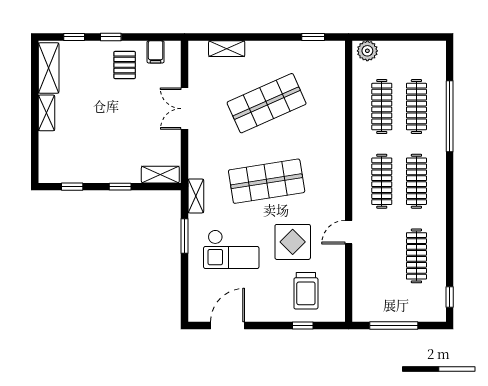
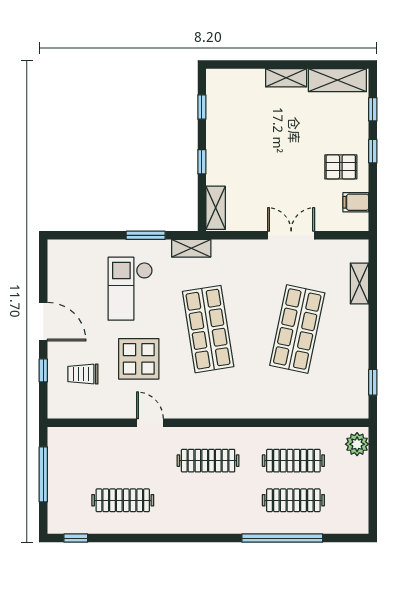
shop shelf: (267, 103) -> (297, 329), turned 36
clothes rail: (416, 181) -> (208, 500), removed
trolley: (306, 291) -> (83, 374), width x0.73, depth x0.72
door: (228, 325) -> (43, 322), moved

